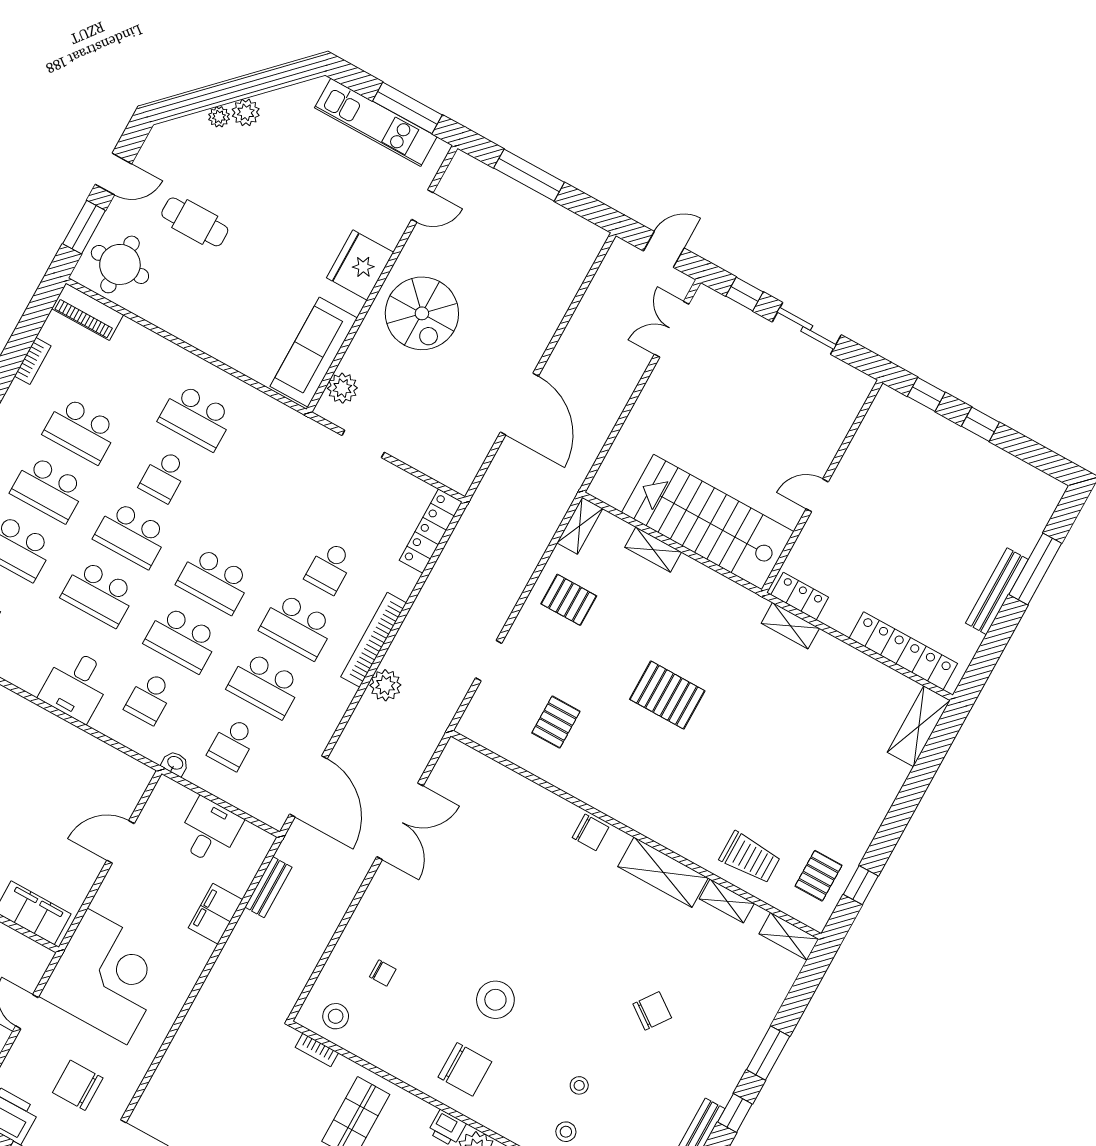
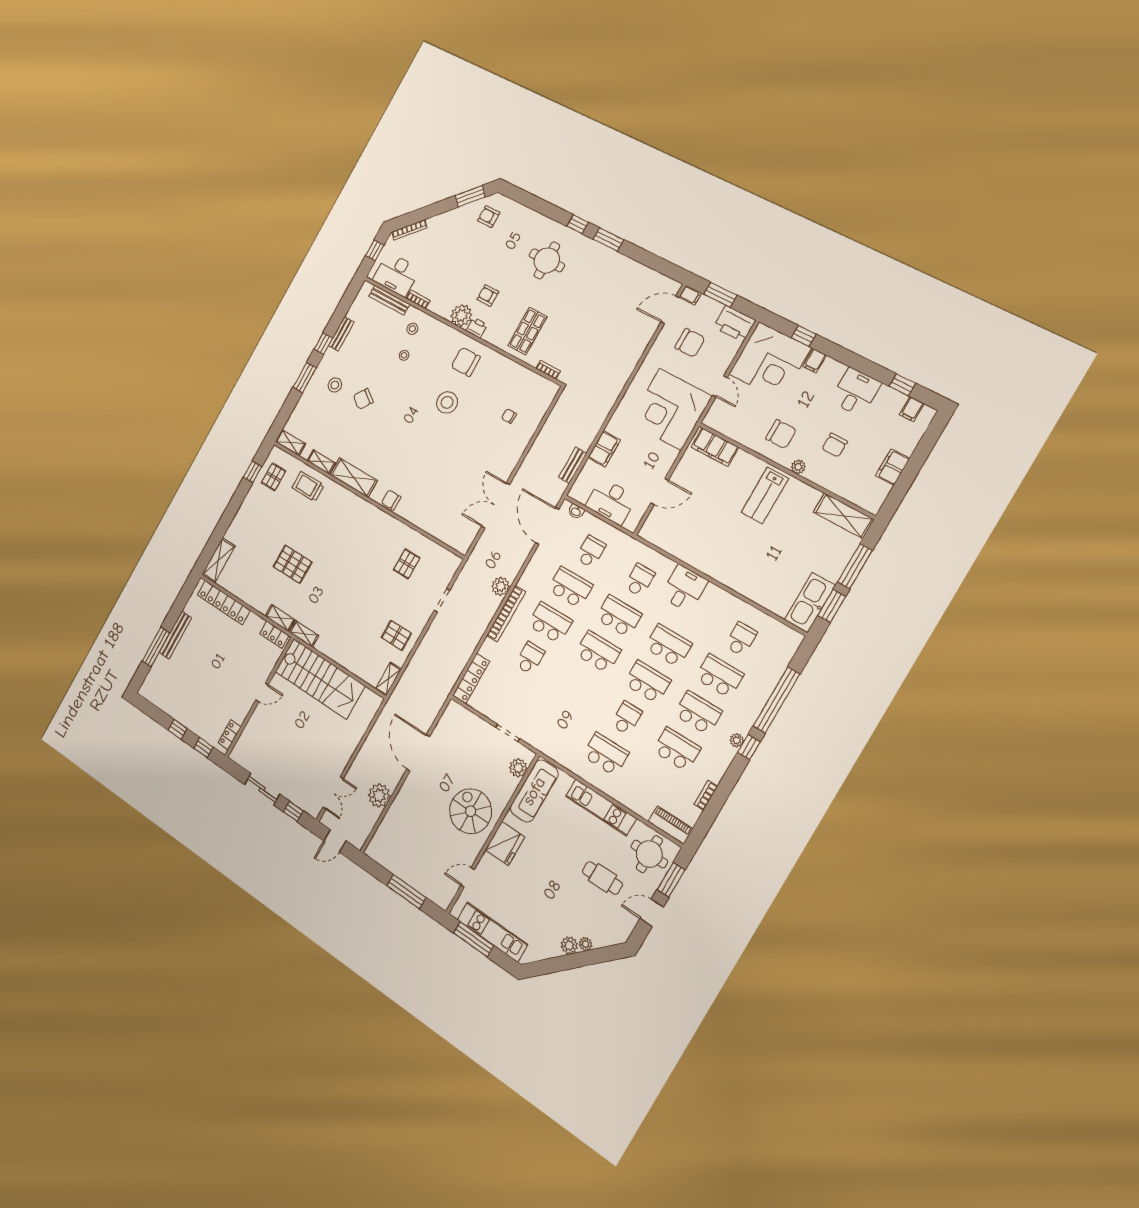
plant: (586, 330) -> (379, 795), added
kitchen unit: (201, 333) -> (601, 807), added
locker: (876, 419) -> (230, 735), added
shelving: (653, 550) -> (304, 634), moved
pallet: (667, 695) -> (293, 564), moved
washbasin: (175, 763) -> (576, 512), moved
desk: (209, 831) -> (611, 501), width x1.37
stool: (336, 1016) -> (335, 385), moved

